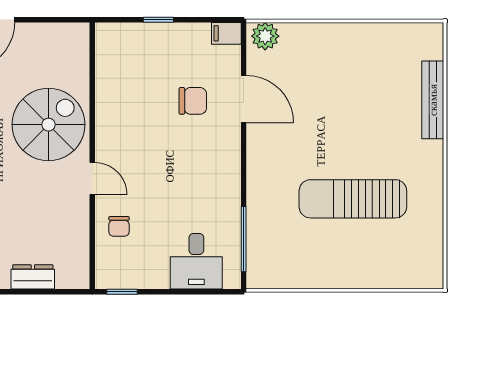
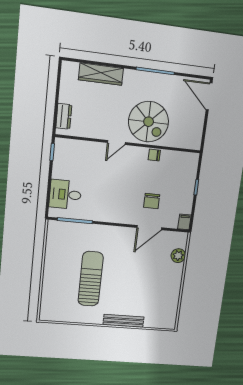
plant: (265, 36) -> (178, 256), moved
bench: (433, 100) -> (123, 321), moved
chair: (119, 226) -> (154, 155), moved
dresser: (33, 277) -> (64, 116), moved

